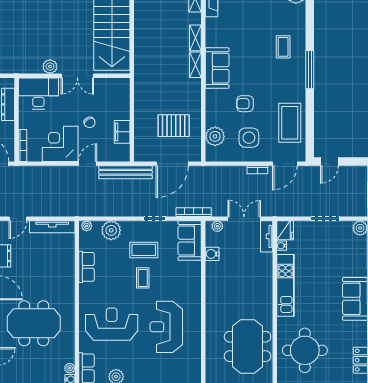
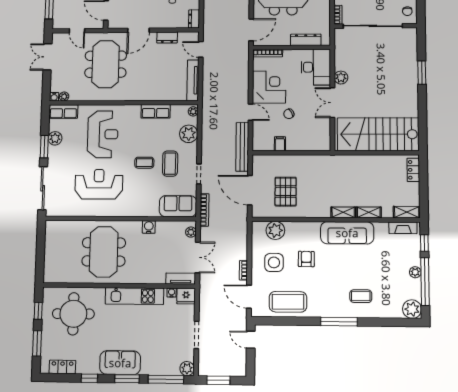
sofa: (217, 68) -> (347, 233), width x1.36
filing cabinet: (122, 132) -> (280, 144), width x0.50
water cooler: (212, 254) -> (149, 227), moved
meeting table: (248, 346) -> (104, 252), moved, turned 90

